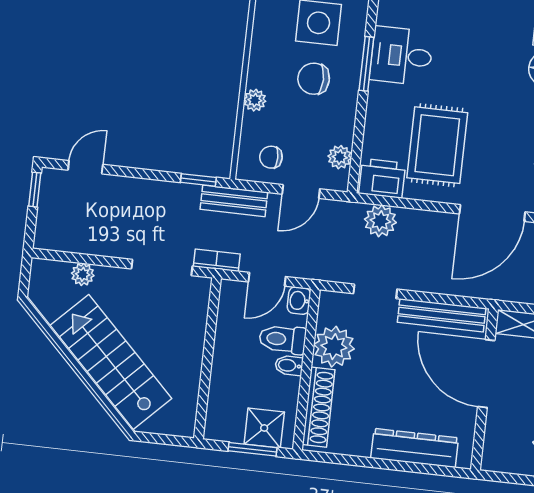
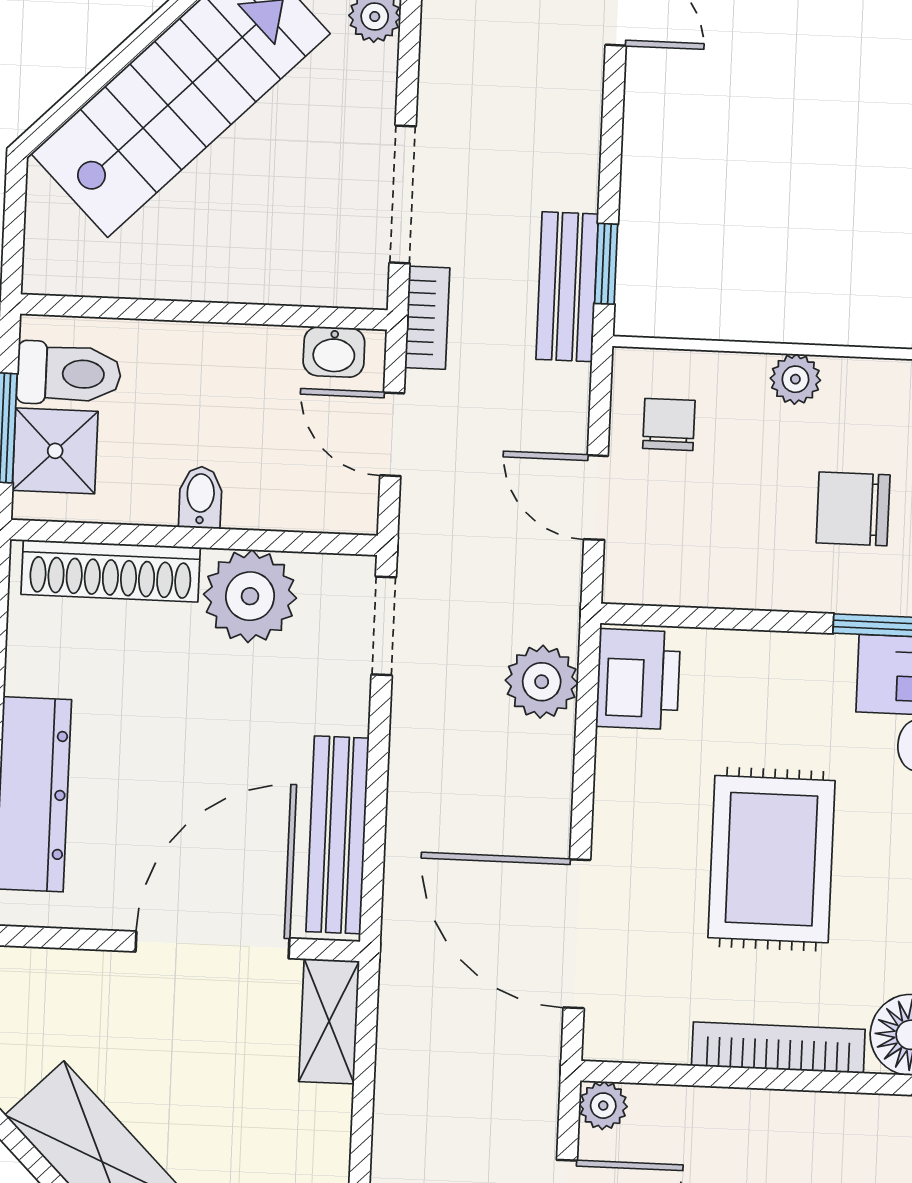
chair: (314, 79) -> (853, 509), turned -90
rug: (437, 145) -> (771, 859), moved, turned 90
plant: (340, 157) -> (680, 580), removed
bench: (234, 201) -> (567, 287), moved
doorway: (375, 291) -> (384, 626), moved
washbasin: (299, 301) -> (334, 352), moved, turned 180
toilet: (283, 339) -> (69, 374), moved, turned 90

